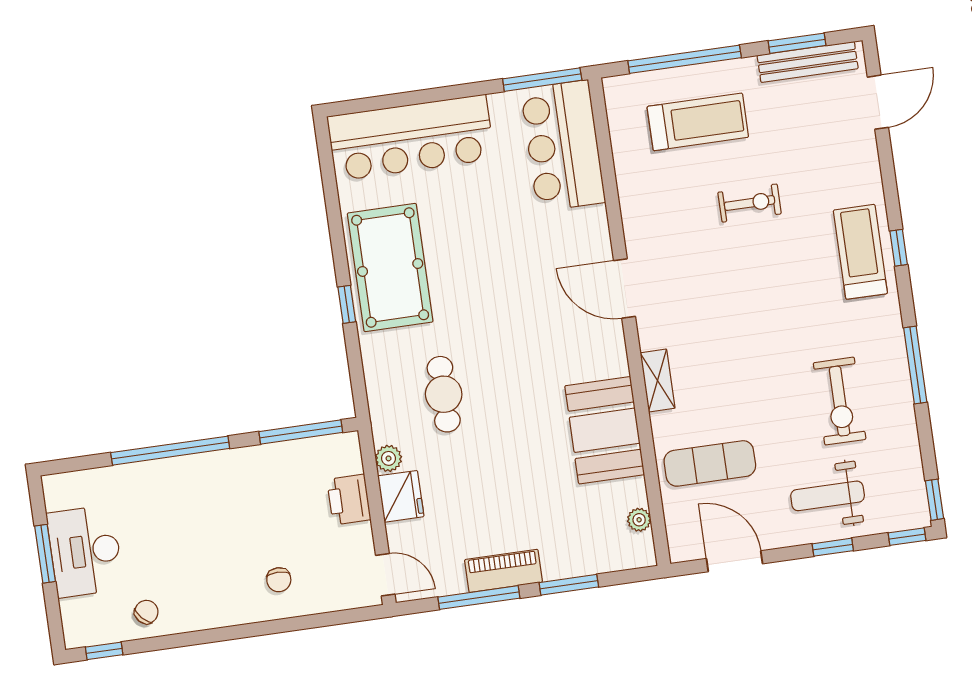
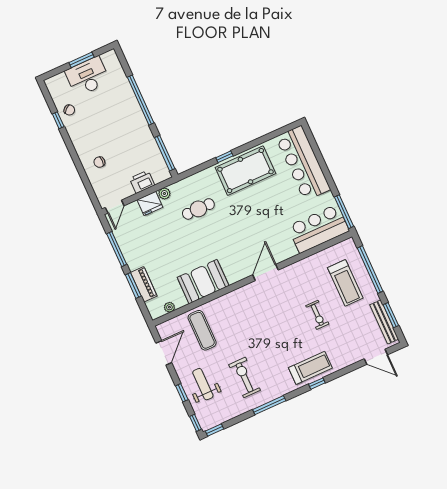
shelving: (658, 381) -> (231, 298), removed
exercise bike: (840, 401) -> (245, 377), turned 90
piano: (503, 571) -> (144, 284), moved
window: (104, 651) -> (58, 120), moved

